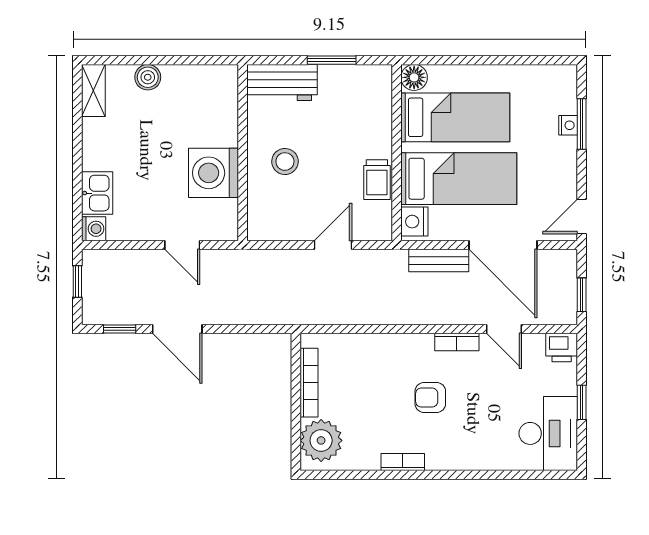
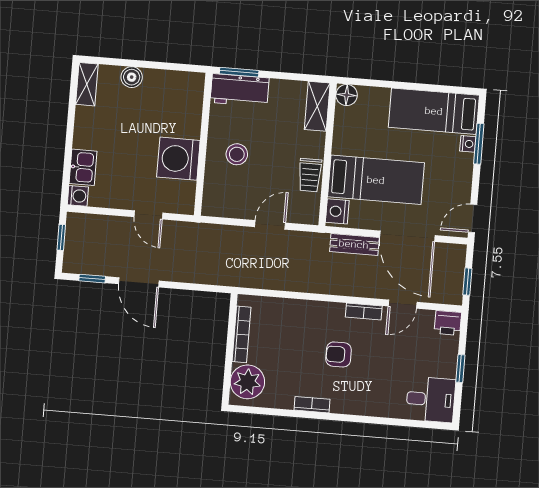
window: (332, 60) -> (239, 72), moved
shelving: (379, 94) -> (317, 106), added
bed: (455, 117) -> (434, 111), moved, turned 180
door: (504, 329) -> (403, 304), hinge flipped
desk: (548, 433) -> (431, 399), width x0.73

